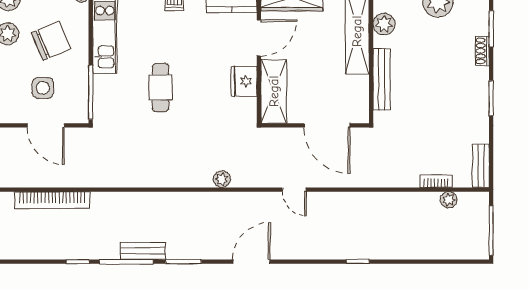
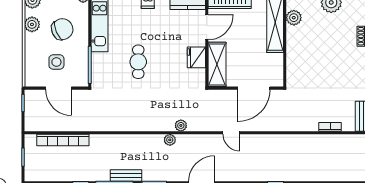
bench: (382, 79) -> (292, 56), removed
door: (327, 125) -> (254, 88), hinge flipped
plant: (449, 200) -> (170, 140), moved

